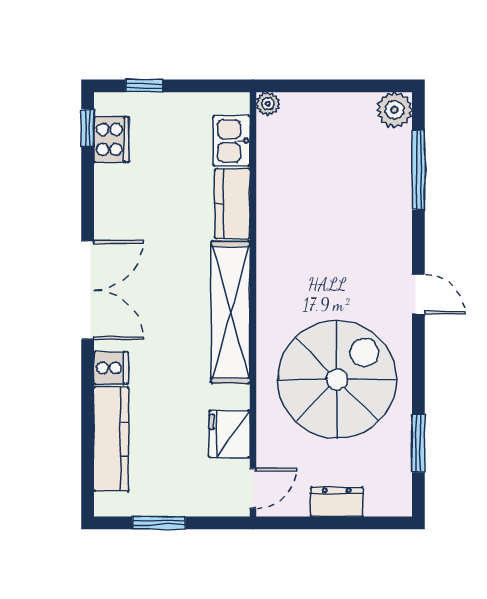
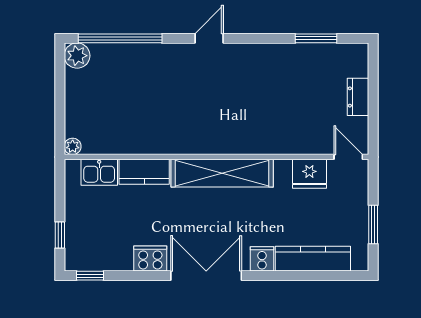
cooker: (111, 139) -> (150, 258), moved
window: (418, 170) -> (120, 38), width x1.46
spiral stairs: (337, 379) -> (270, 97), removed

